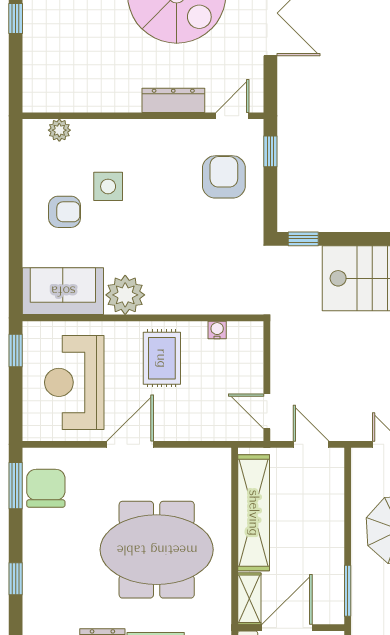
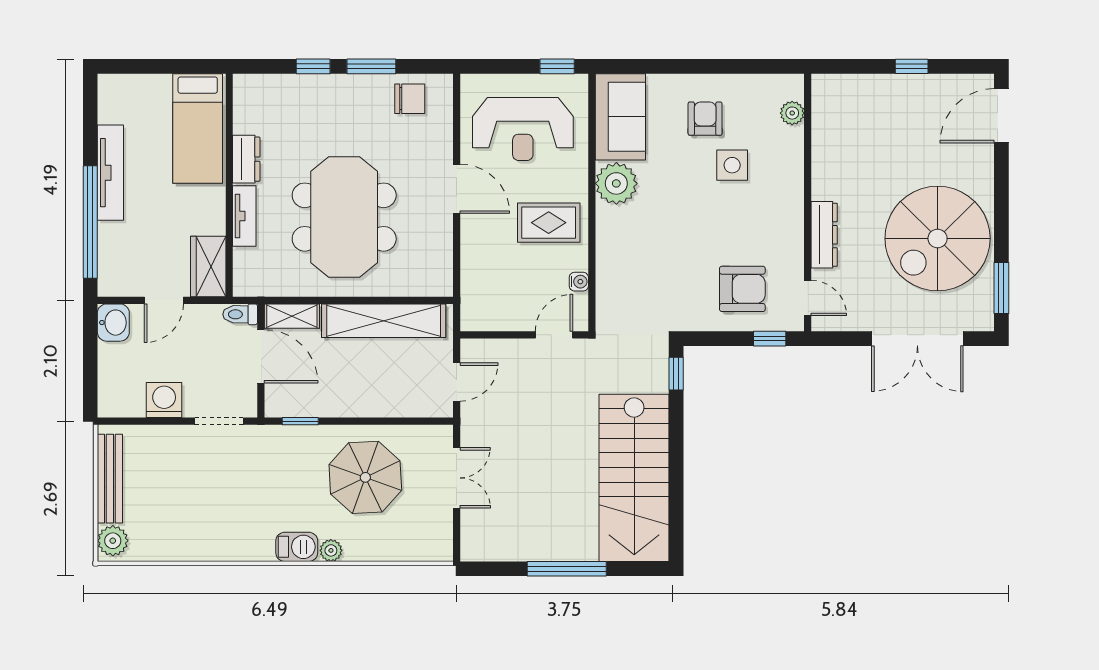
armchair: (64, 212) -> (705, 119), turned 180
reception desk: (74, 382) -> (523, 129), turned 180
door: (267, 411) -> (554, 335), moved
window: (16, 486) -> (371, 66), moved
chair: (46, 488) -> (410, 99), width x0.73, depth x0.73
window: (348, 591) -> (300, 421), width x0.67

